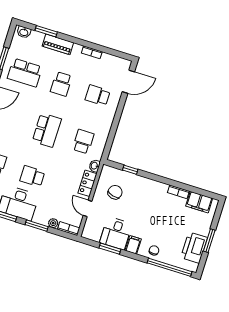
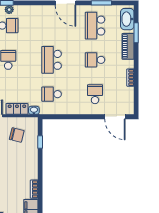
washbasin: (24, 32) -> (127, 19), width x1.91, depth x1.45
school desk: (47, 130) -> (52, 60), turned 90
school desk: (83, 142) -> (52, 94), turned 180

